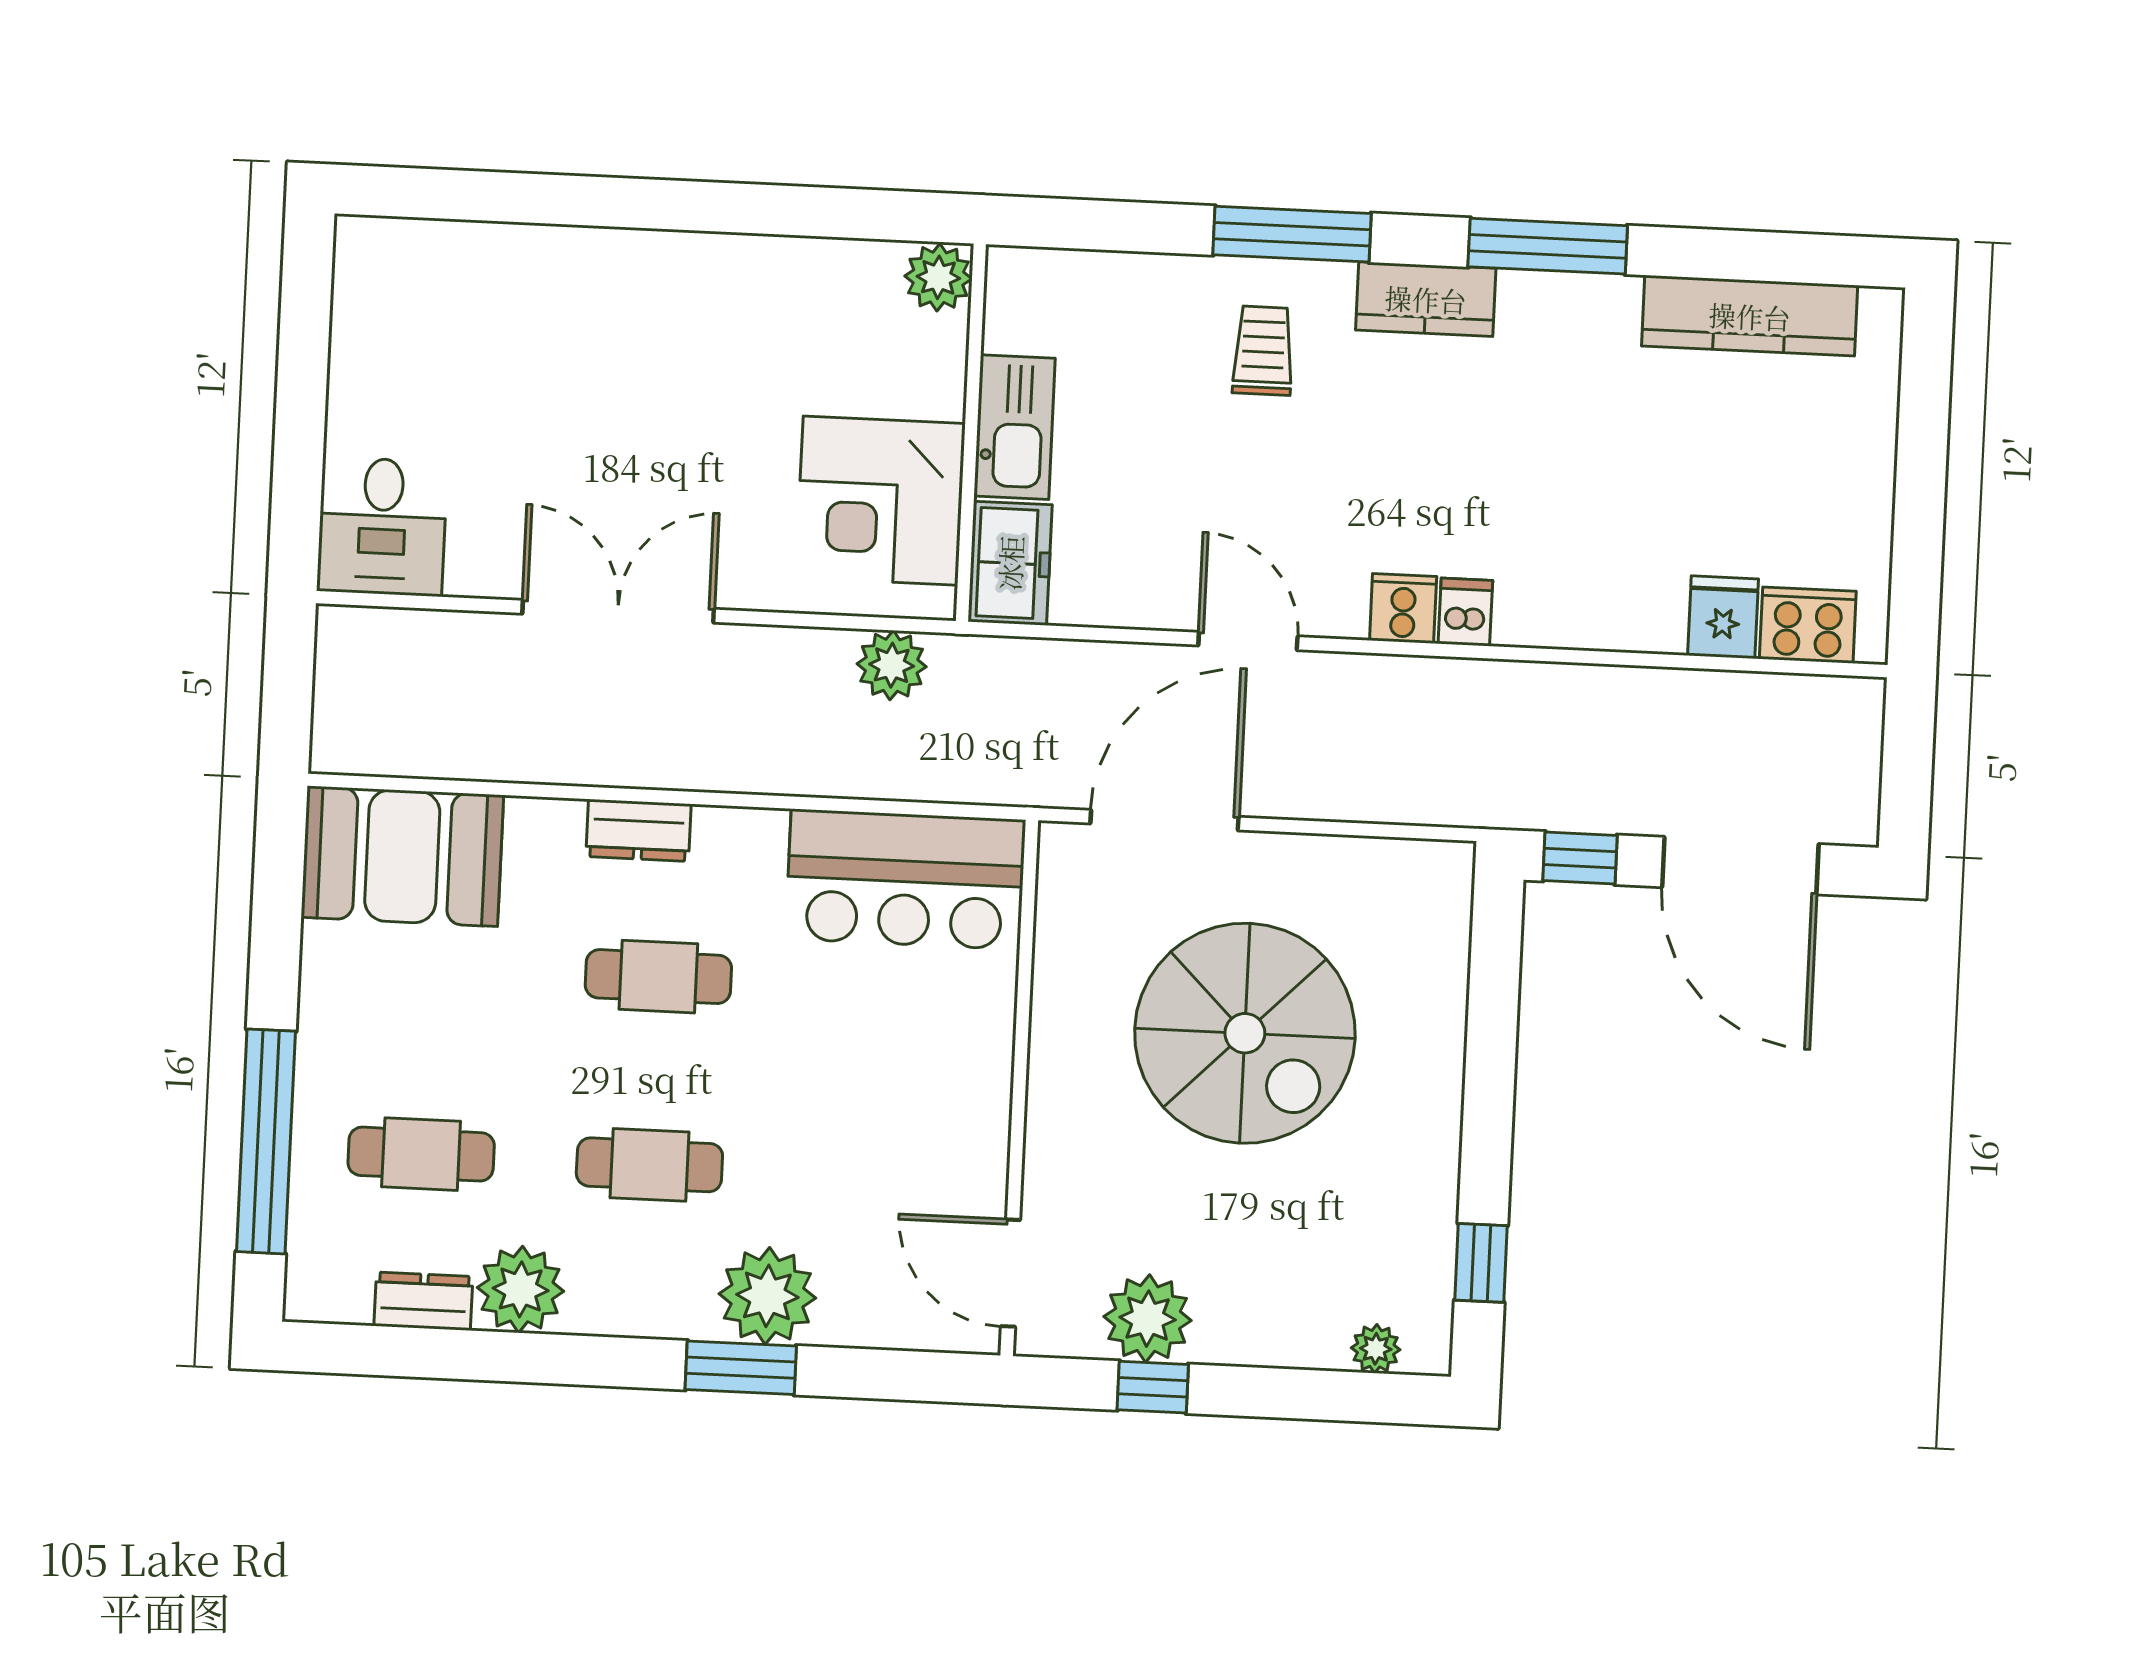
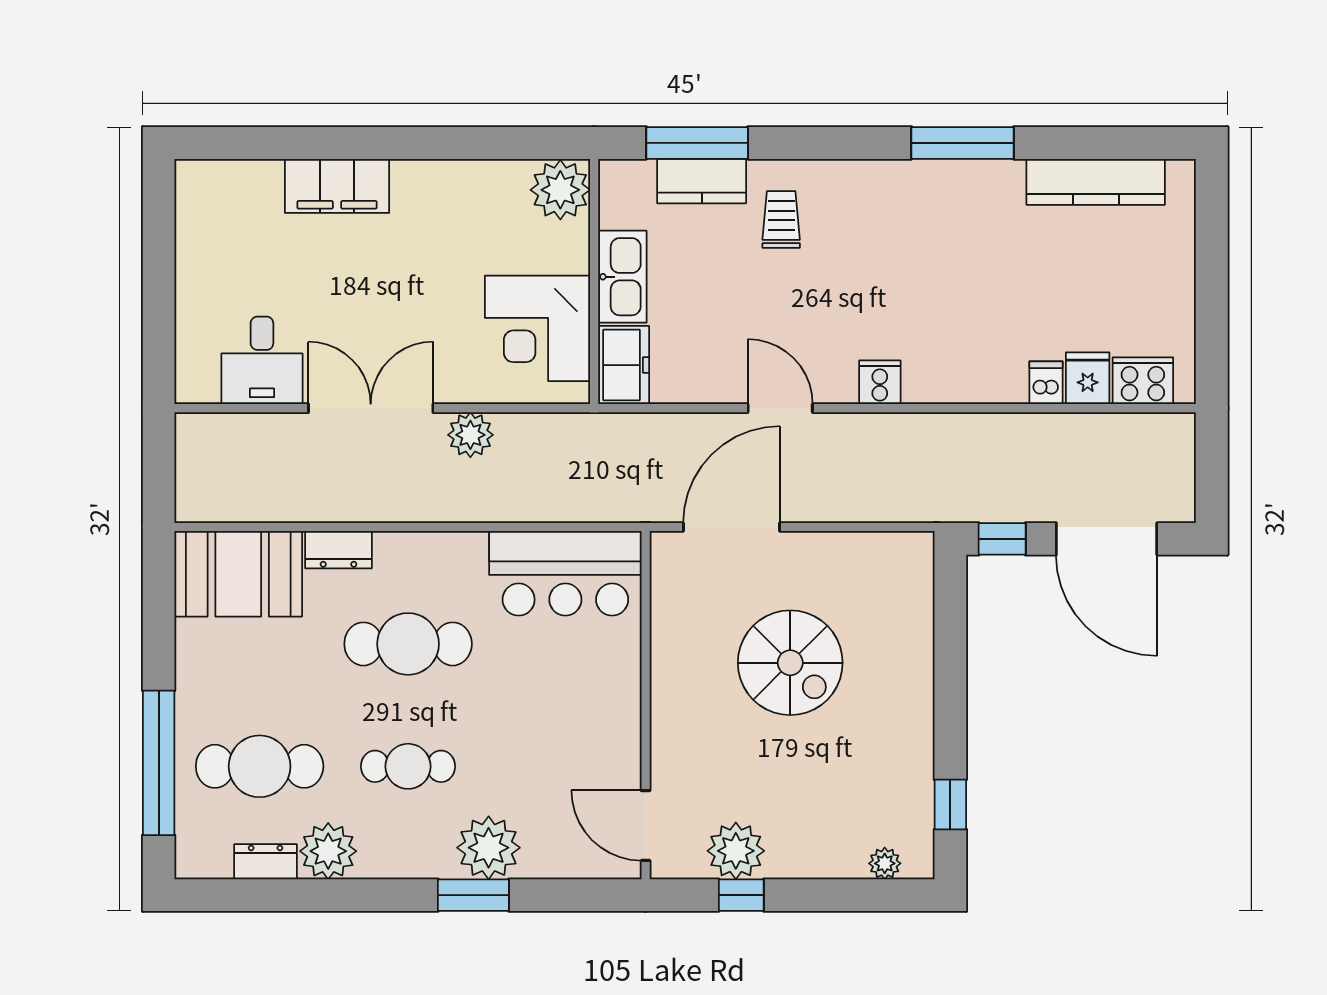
window: (1292, 234) -> (697, 143), moved
filing cabinet: (582, 267) -> (337, 186), added
plant: (938, 277) -> (560, 190), width x1.36, depth x1.36
kitchen counter: (1426, 299) -> (702, 181), moved
desk: (382, 527) -> (262, 360), moved
dishwasher: (1465, 612) -> (1046, 383), moved
plant: (892, 665) -> (470, 435), moved
dresser: (639, 830) -> (338, 550), moved
cafe table: (658, 977) -> (408, 644), width x1.37, depth x1.35
spiral stairs: (1245, 1033) -> (790, 663), width x0.73, depth x0.73
cafe table: (421, 1154) -> (260, 766), width x1.37, depth x1.35

